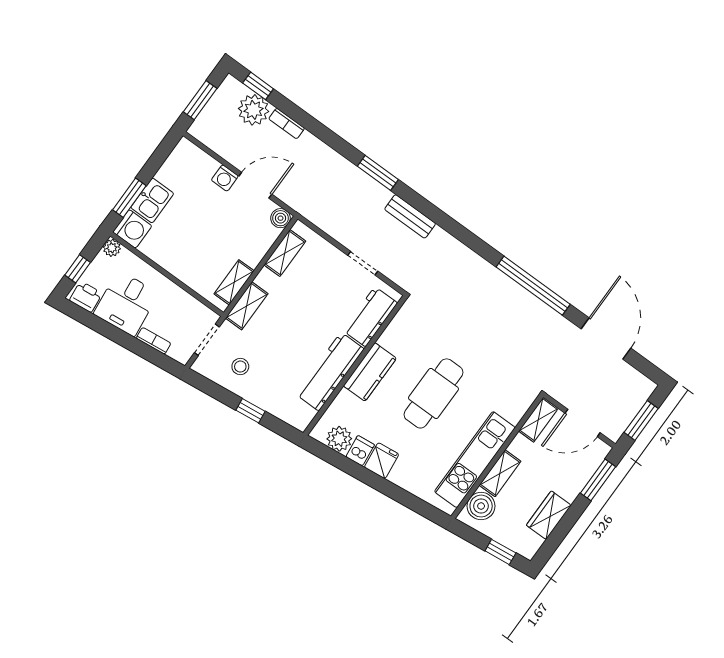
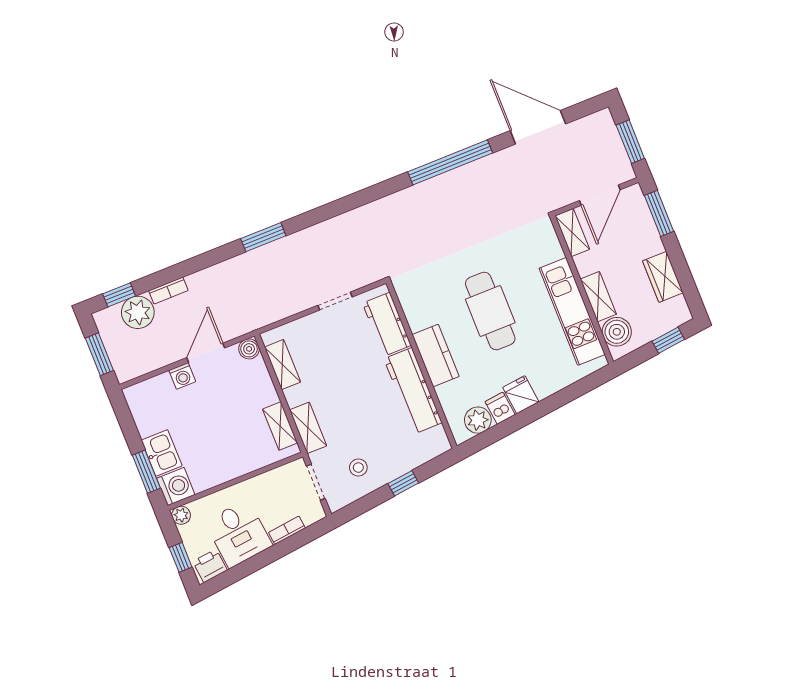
bench: (410, 216) -> (320, 233), removed

